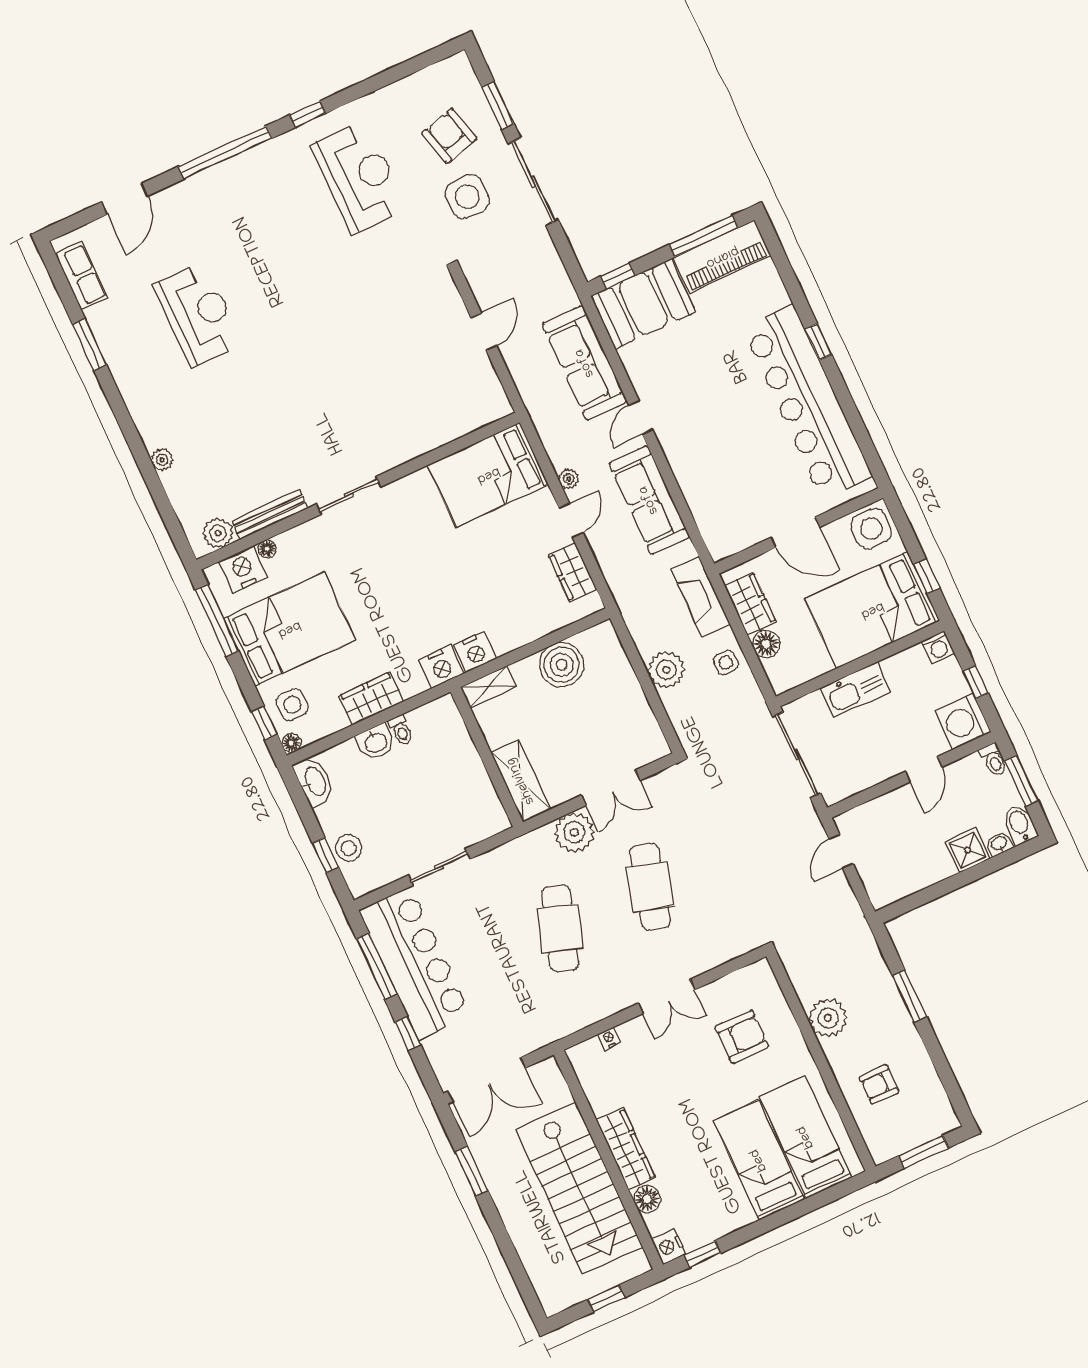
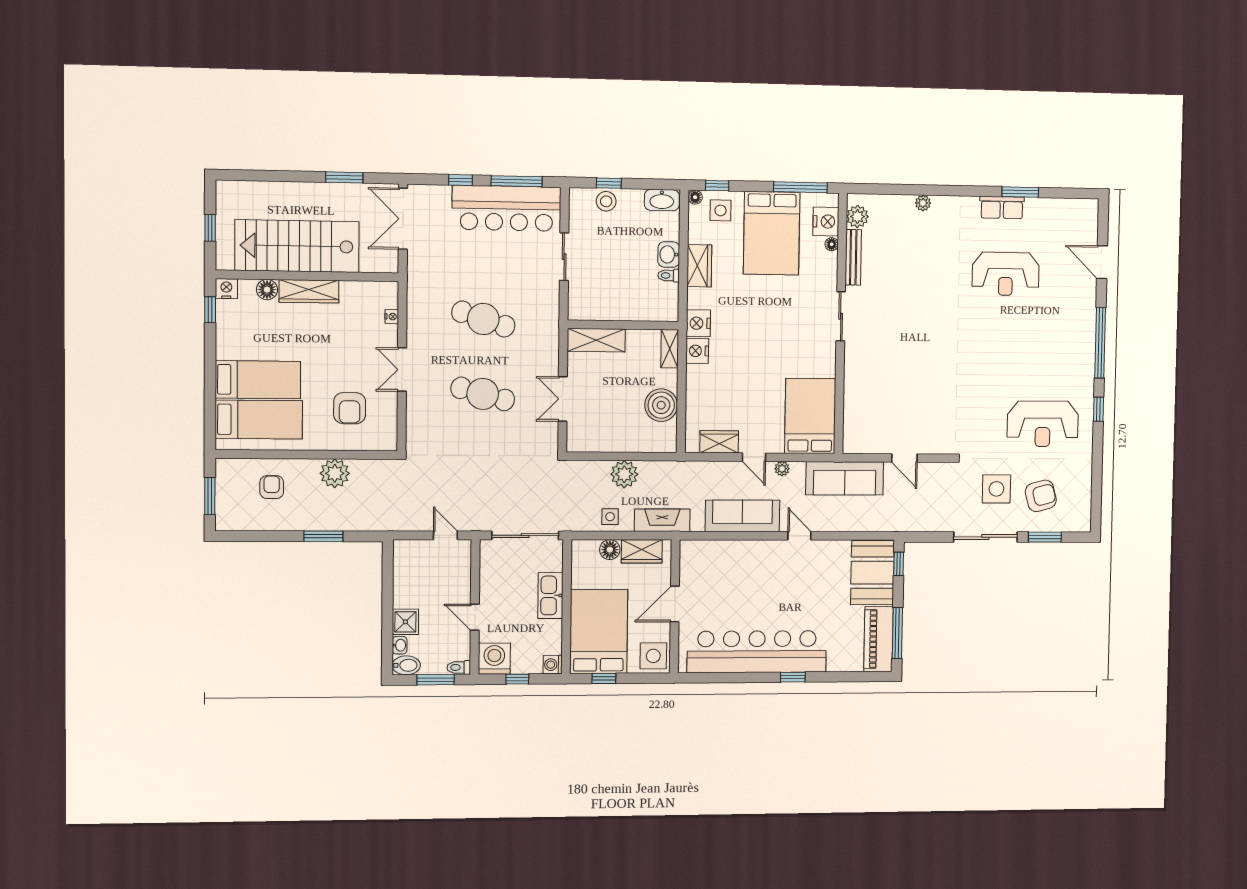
row of seats: (81, 276) -> (1002, 208), moved
sofa: (585, 363) -> (845, 478), moved, turned 180
plant: (574, 832) -> (544, 360), removed

